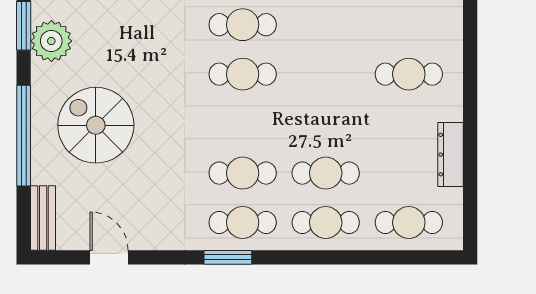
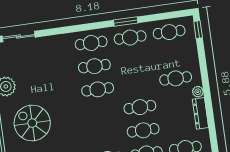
plant: (451, 108) -> (198, 92), added
cafe table: (243, 173) -> (140, 107), moved

